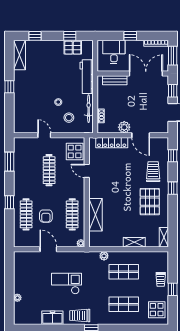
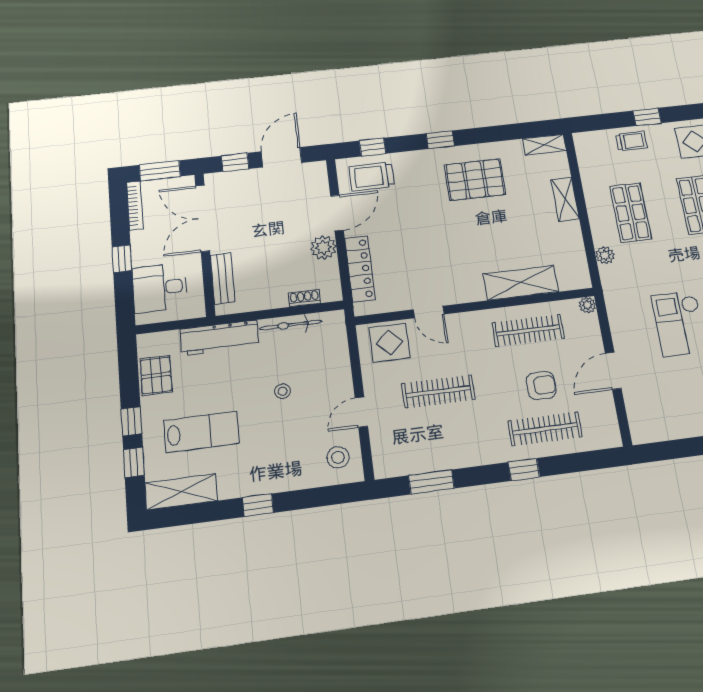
window: (70, 36) -> (131, 421), moved
lab bench: (45, 65) -> (202, 432), added
stool: (69, 118) -> (338, 457), moved
door: (87, 171) -> (429, 312), hinge flipped
trolley: (153, 172) -> (372, 176), moved

